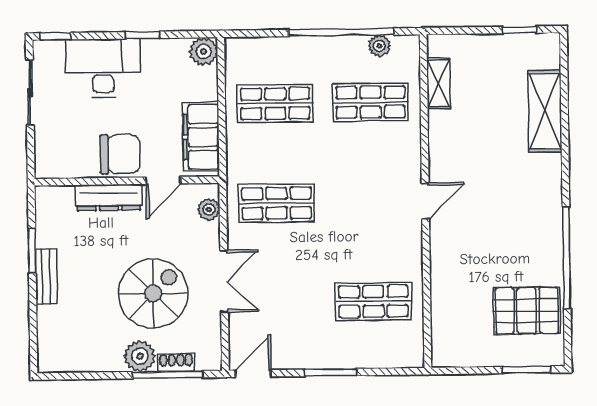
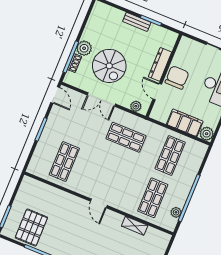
shelving: (438, 83) -> (135, 226), moved
filing cabinet: (201, 137) -> (185, 123), moved
chair: (120, 154) -> (177, 77), turned 180
shop shelf: (277, 203) -> (126, 137), turned 90

